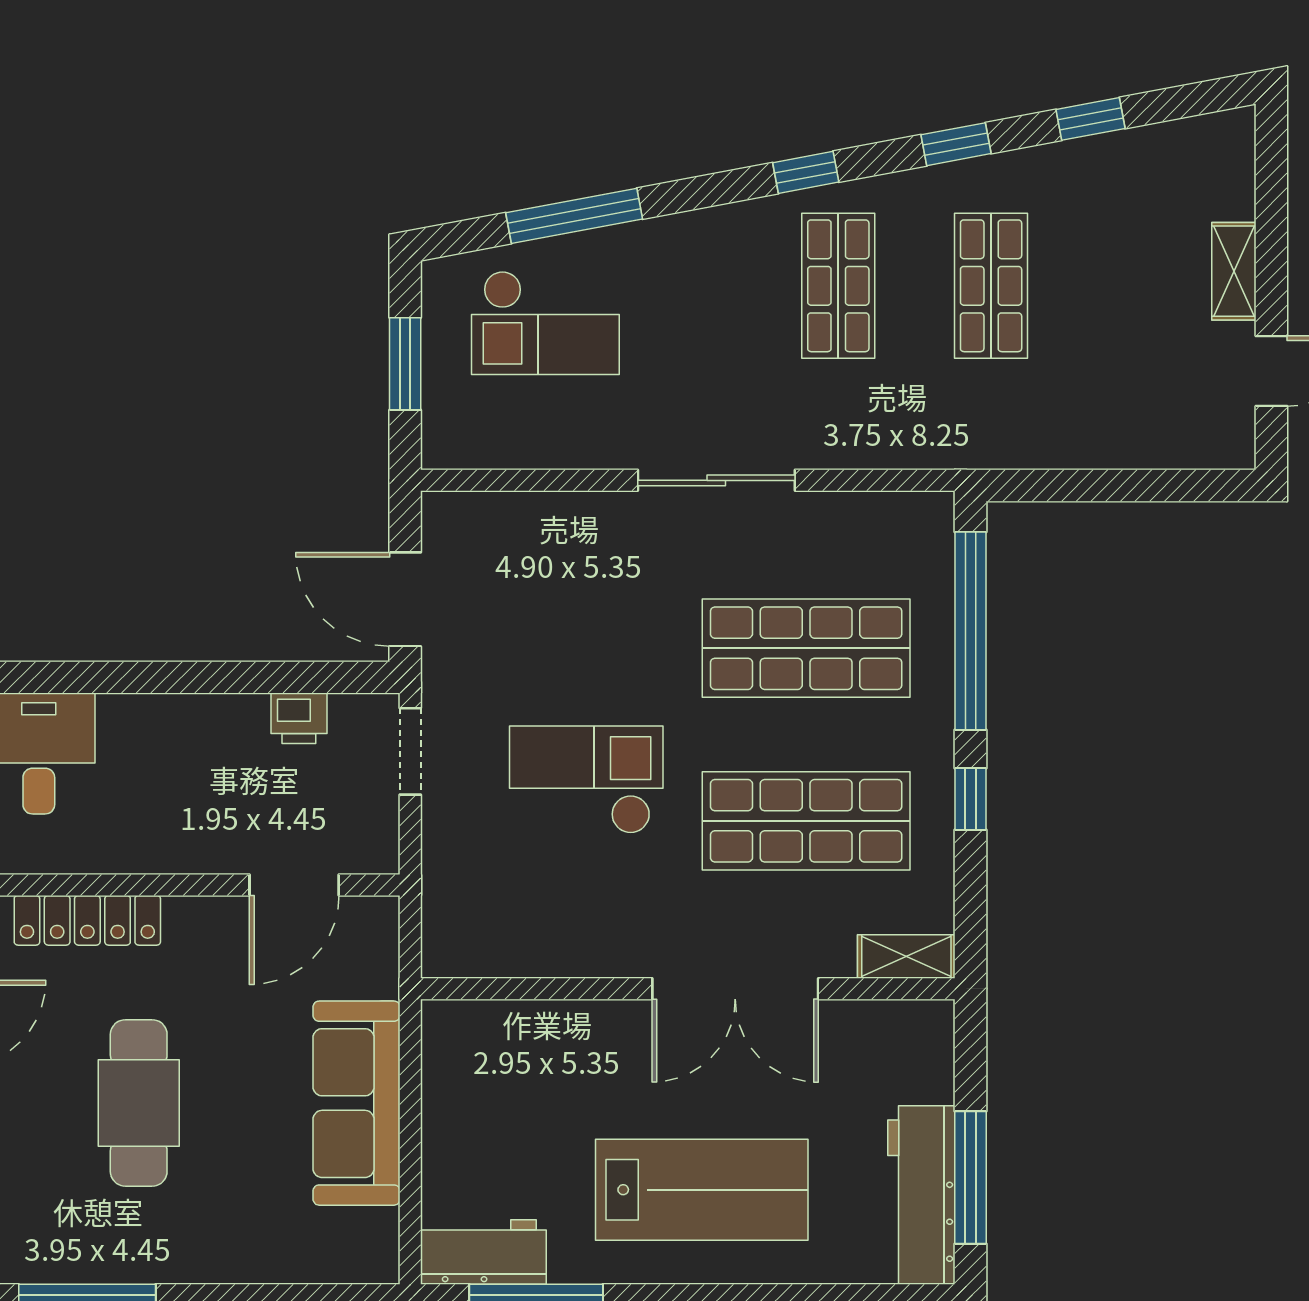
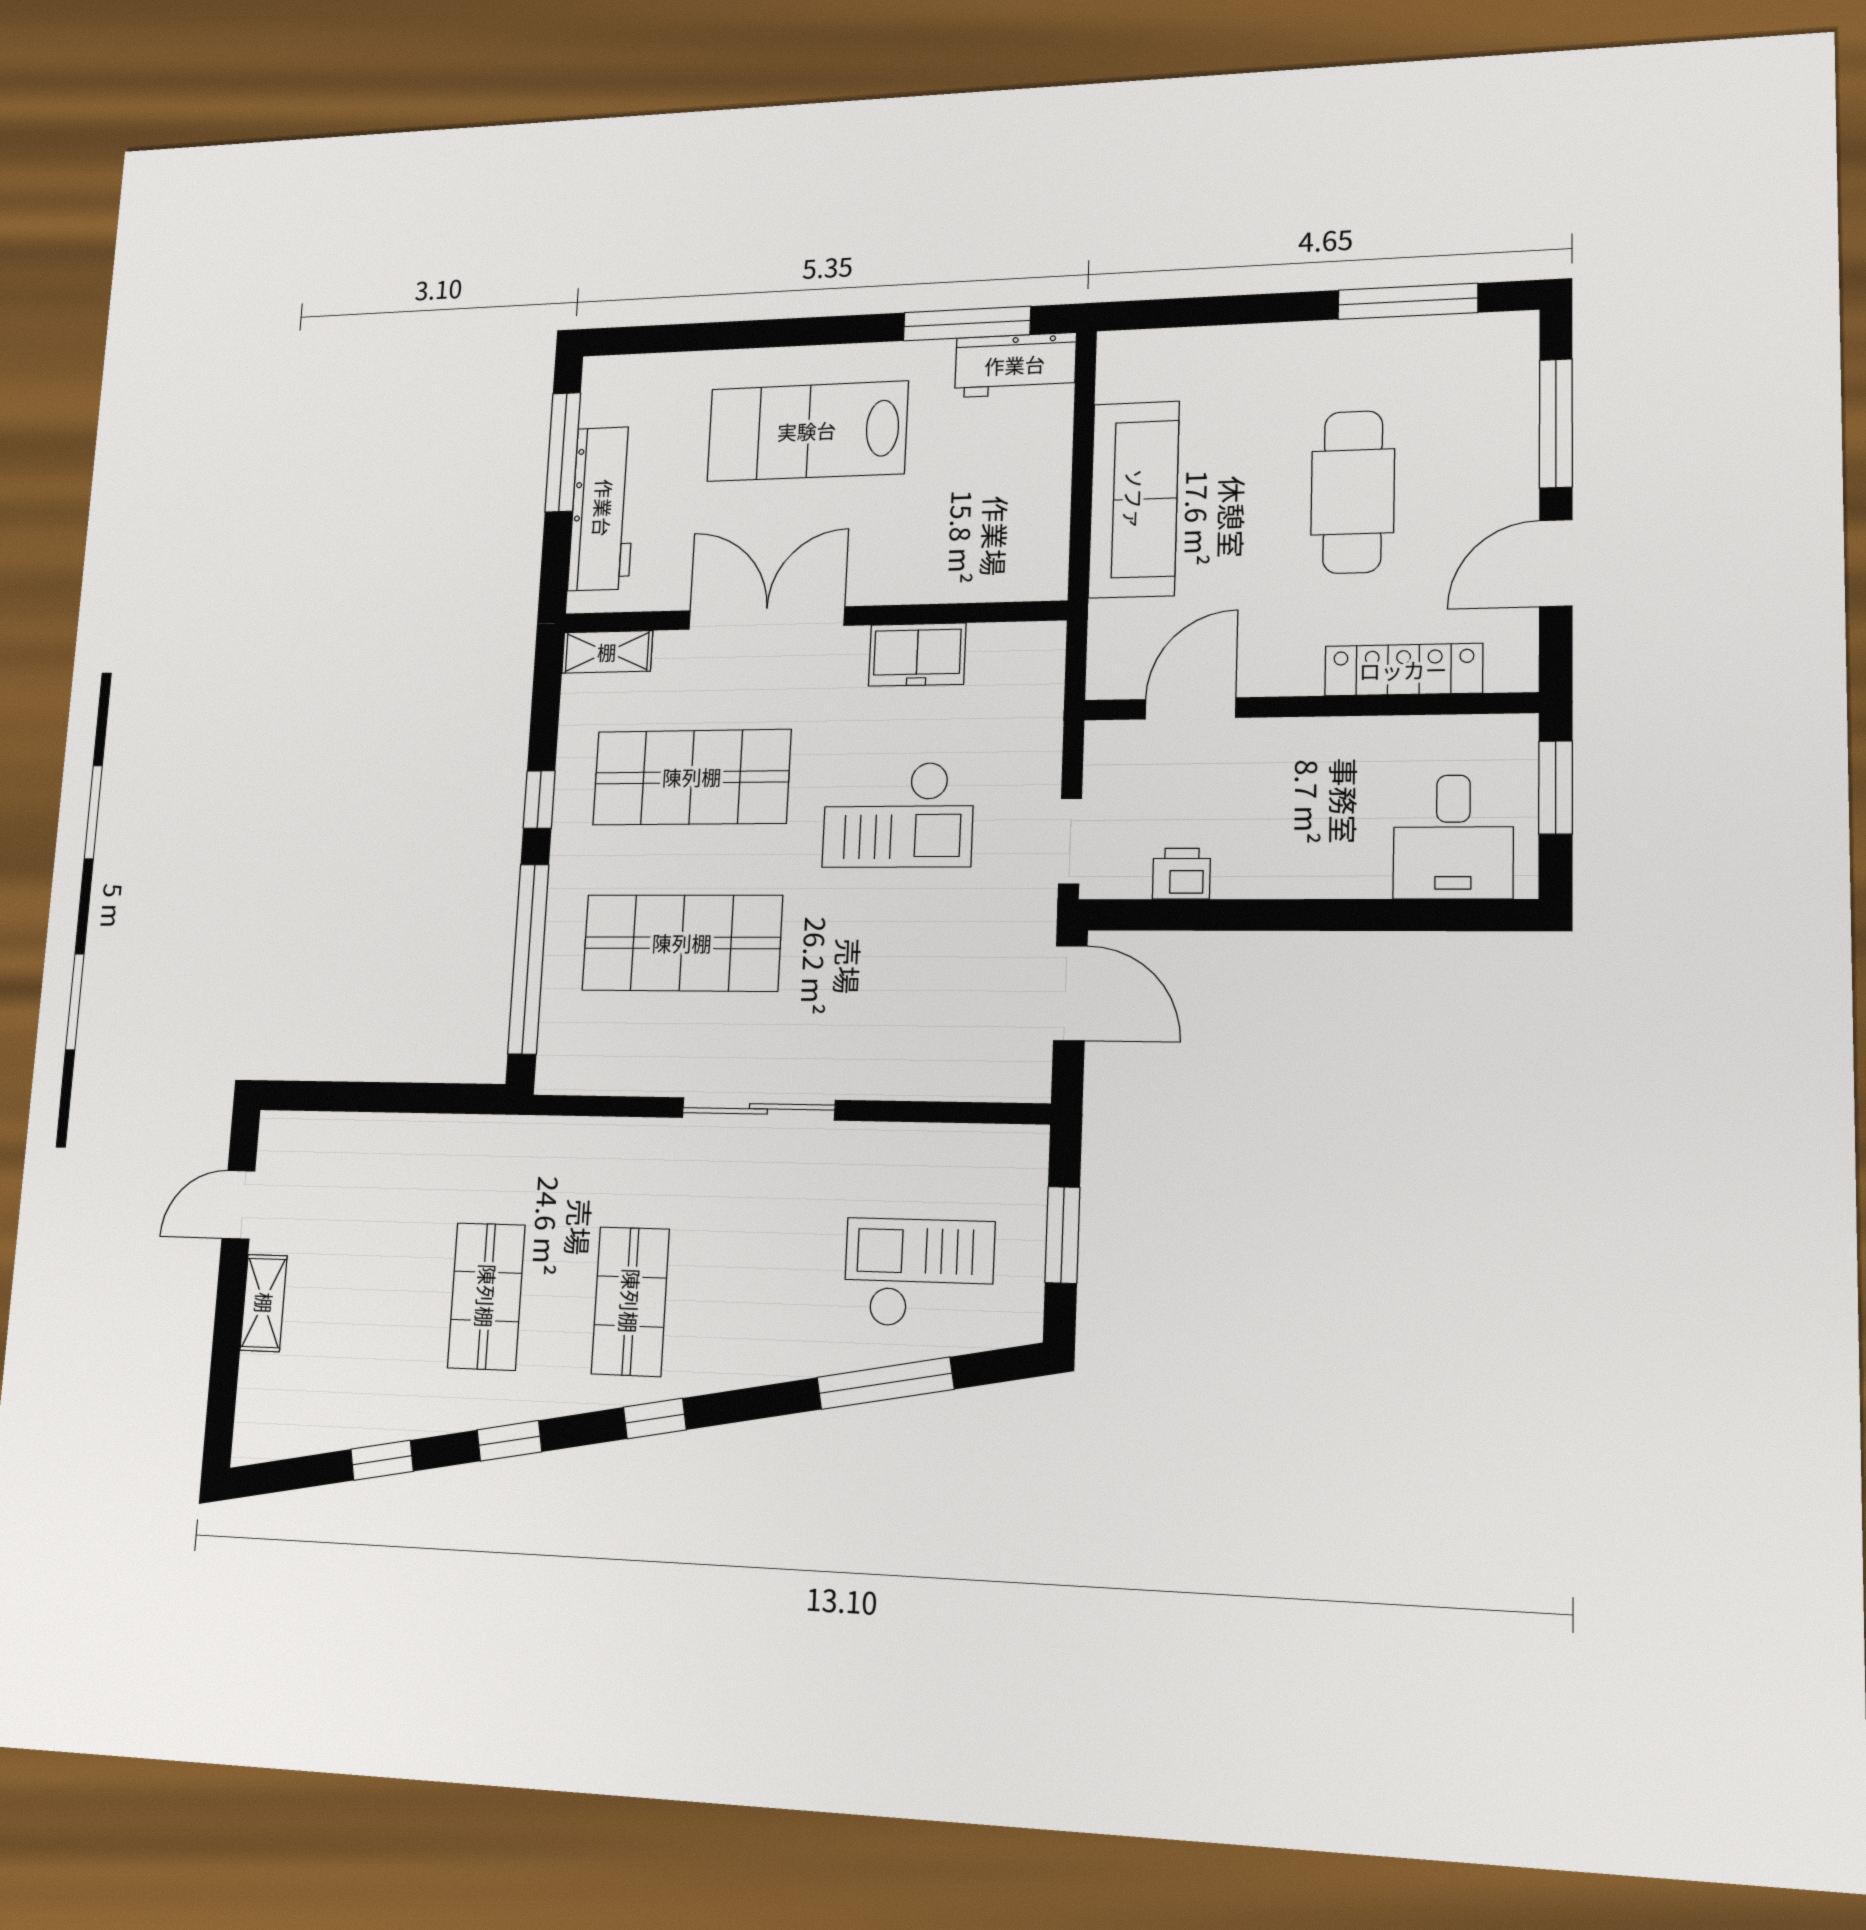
freezer: (574, 946) -> (917, 655), added
workbench: (921, 1195) -> (603, 508), moved

